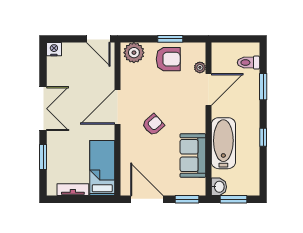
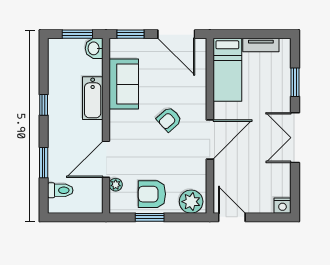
bathtub: (223, 143) -> (93, 98), width x0.73, depth x0.73

